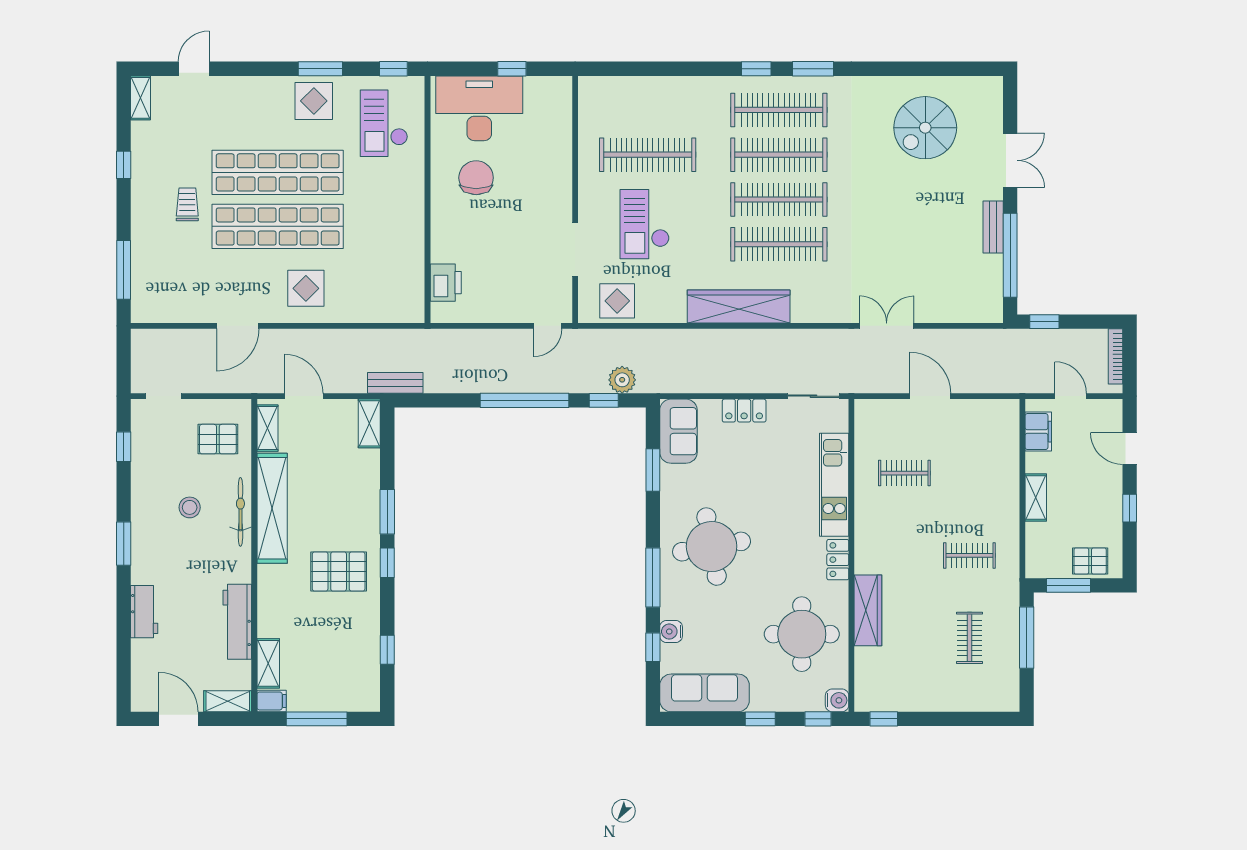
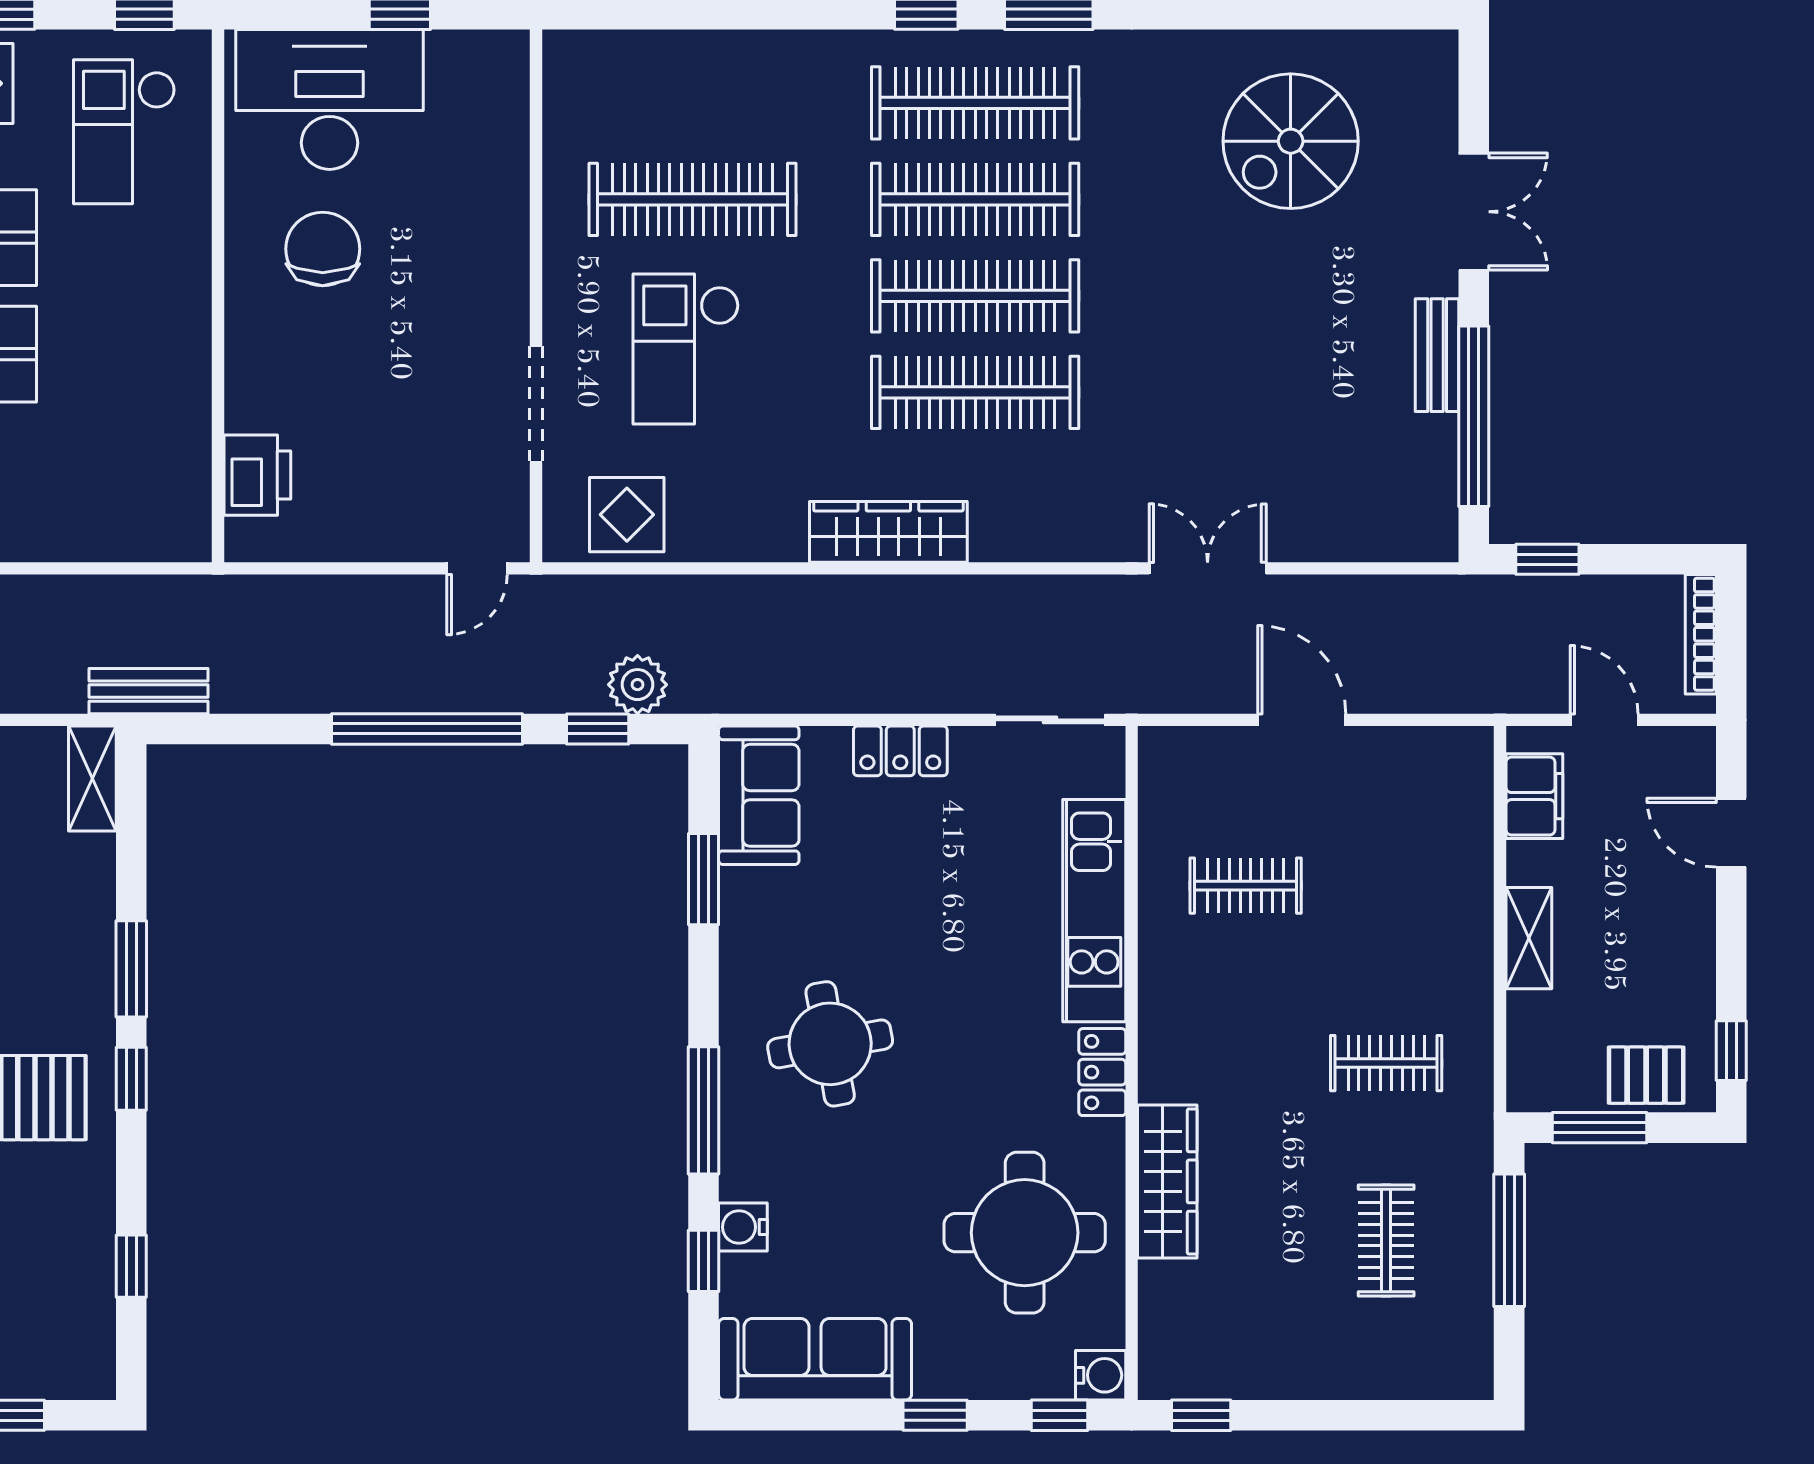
wardrobe: (739, 307) -> (888, 532), width x0.71, depth x0.85
window: (1130, 508) -> (1731, 1051), moved
round table: (712, 547) -> (830, 1044), width x0.73, depth x0.73

